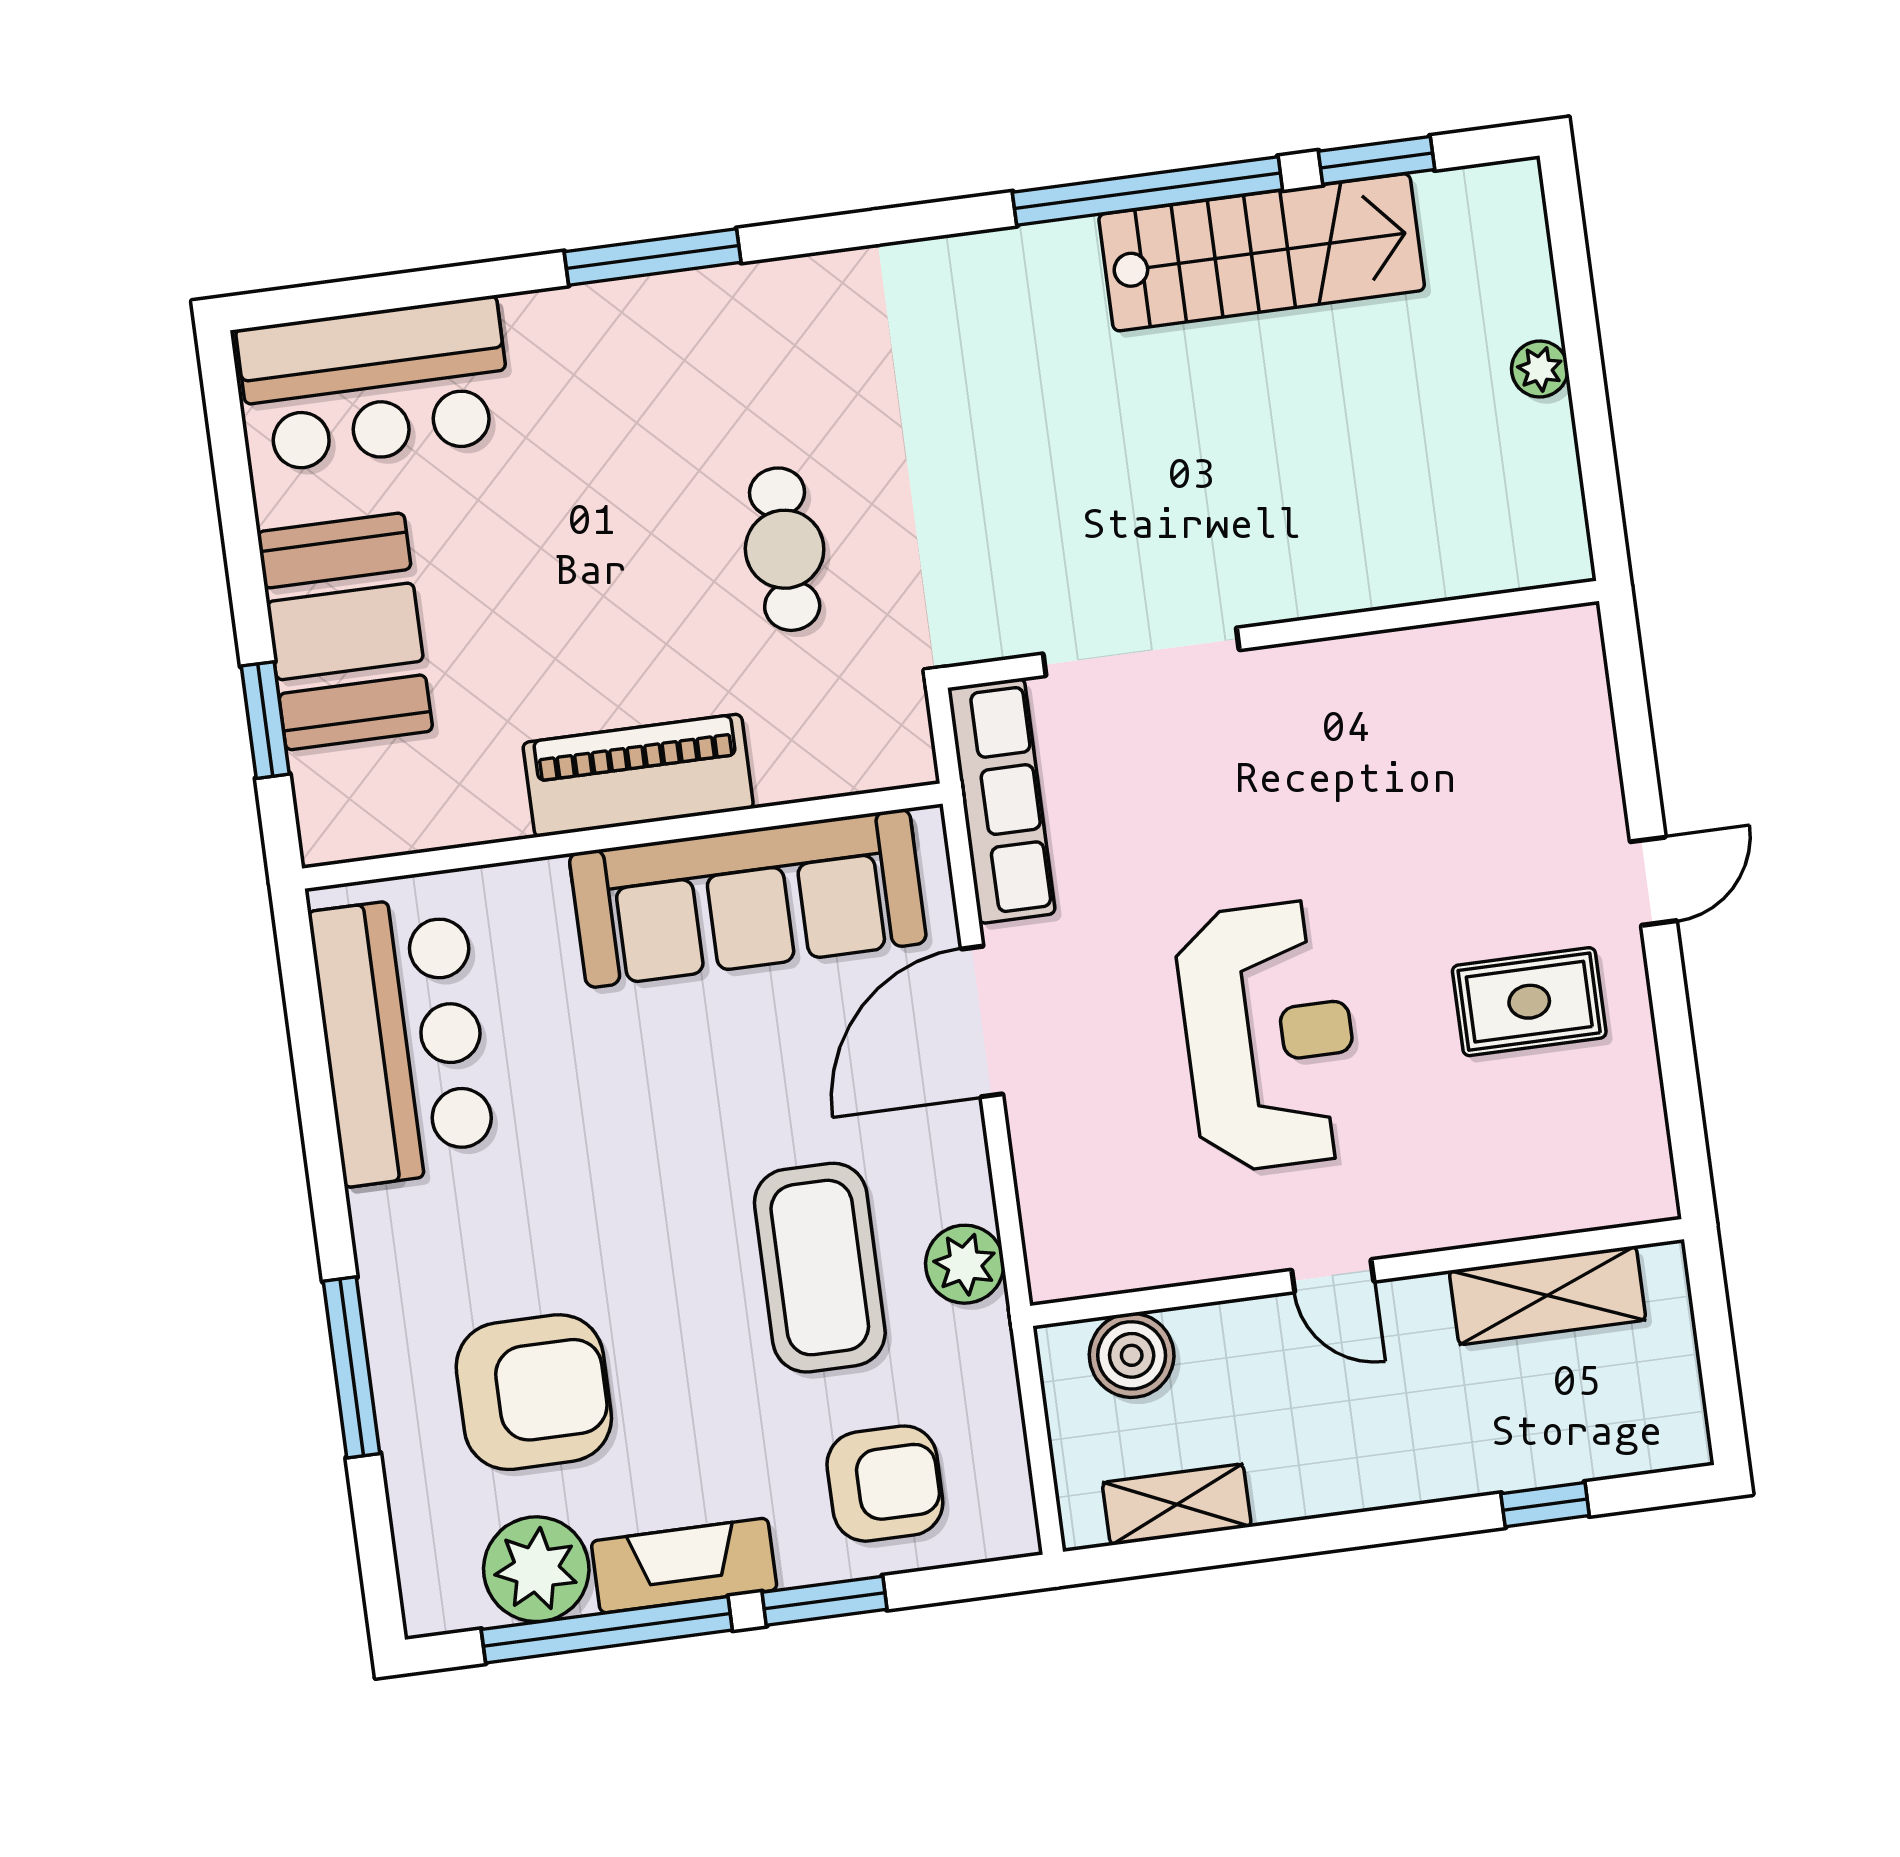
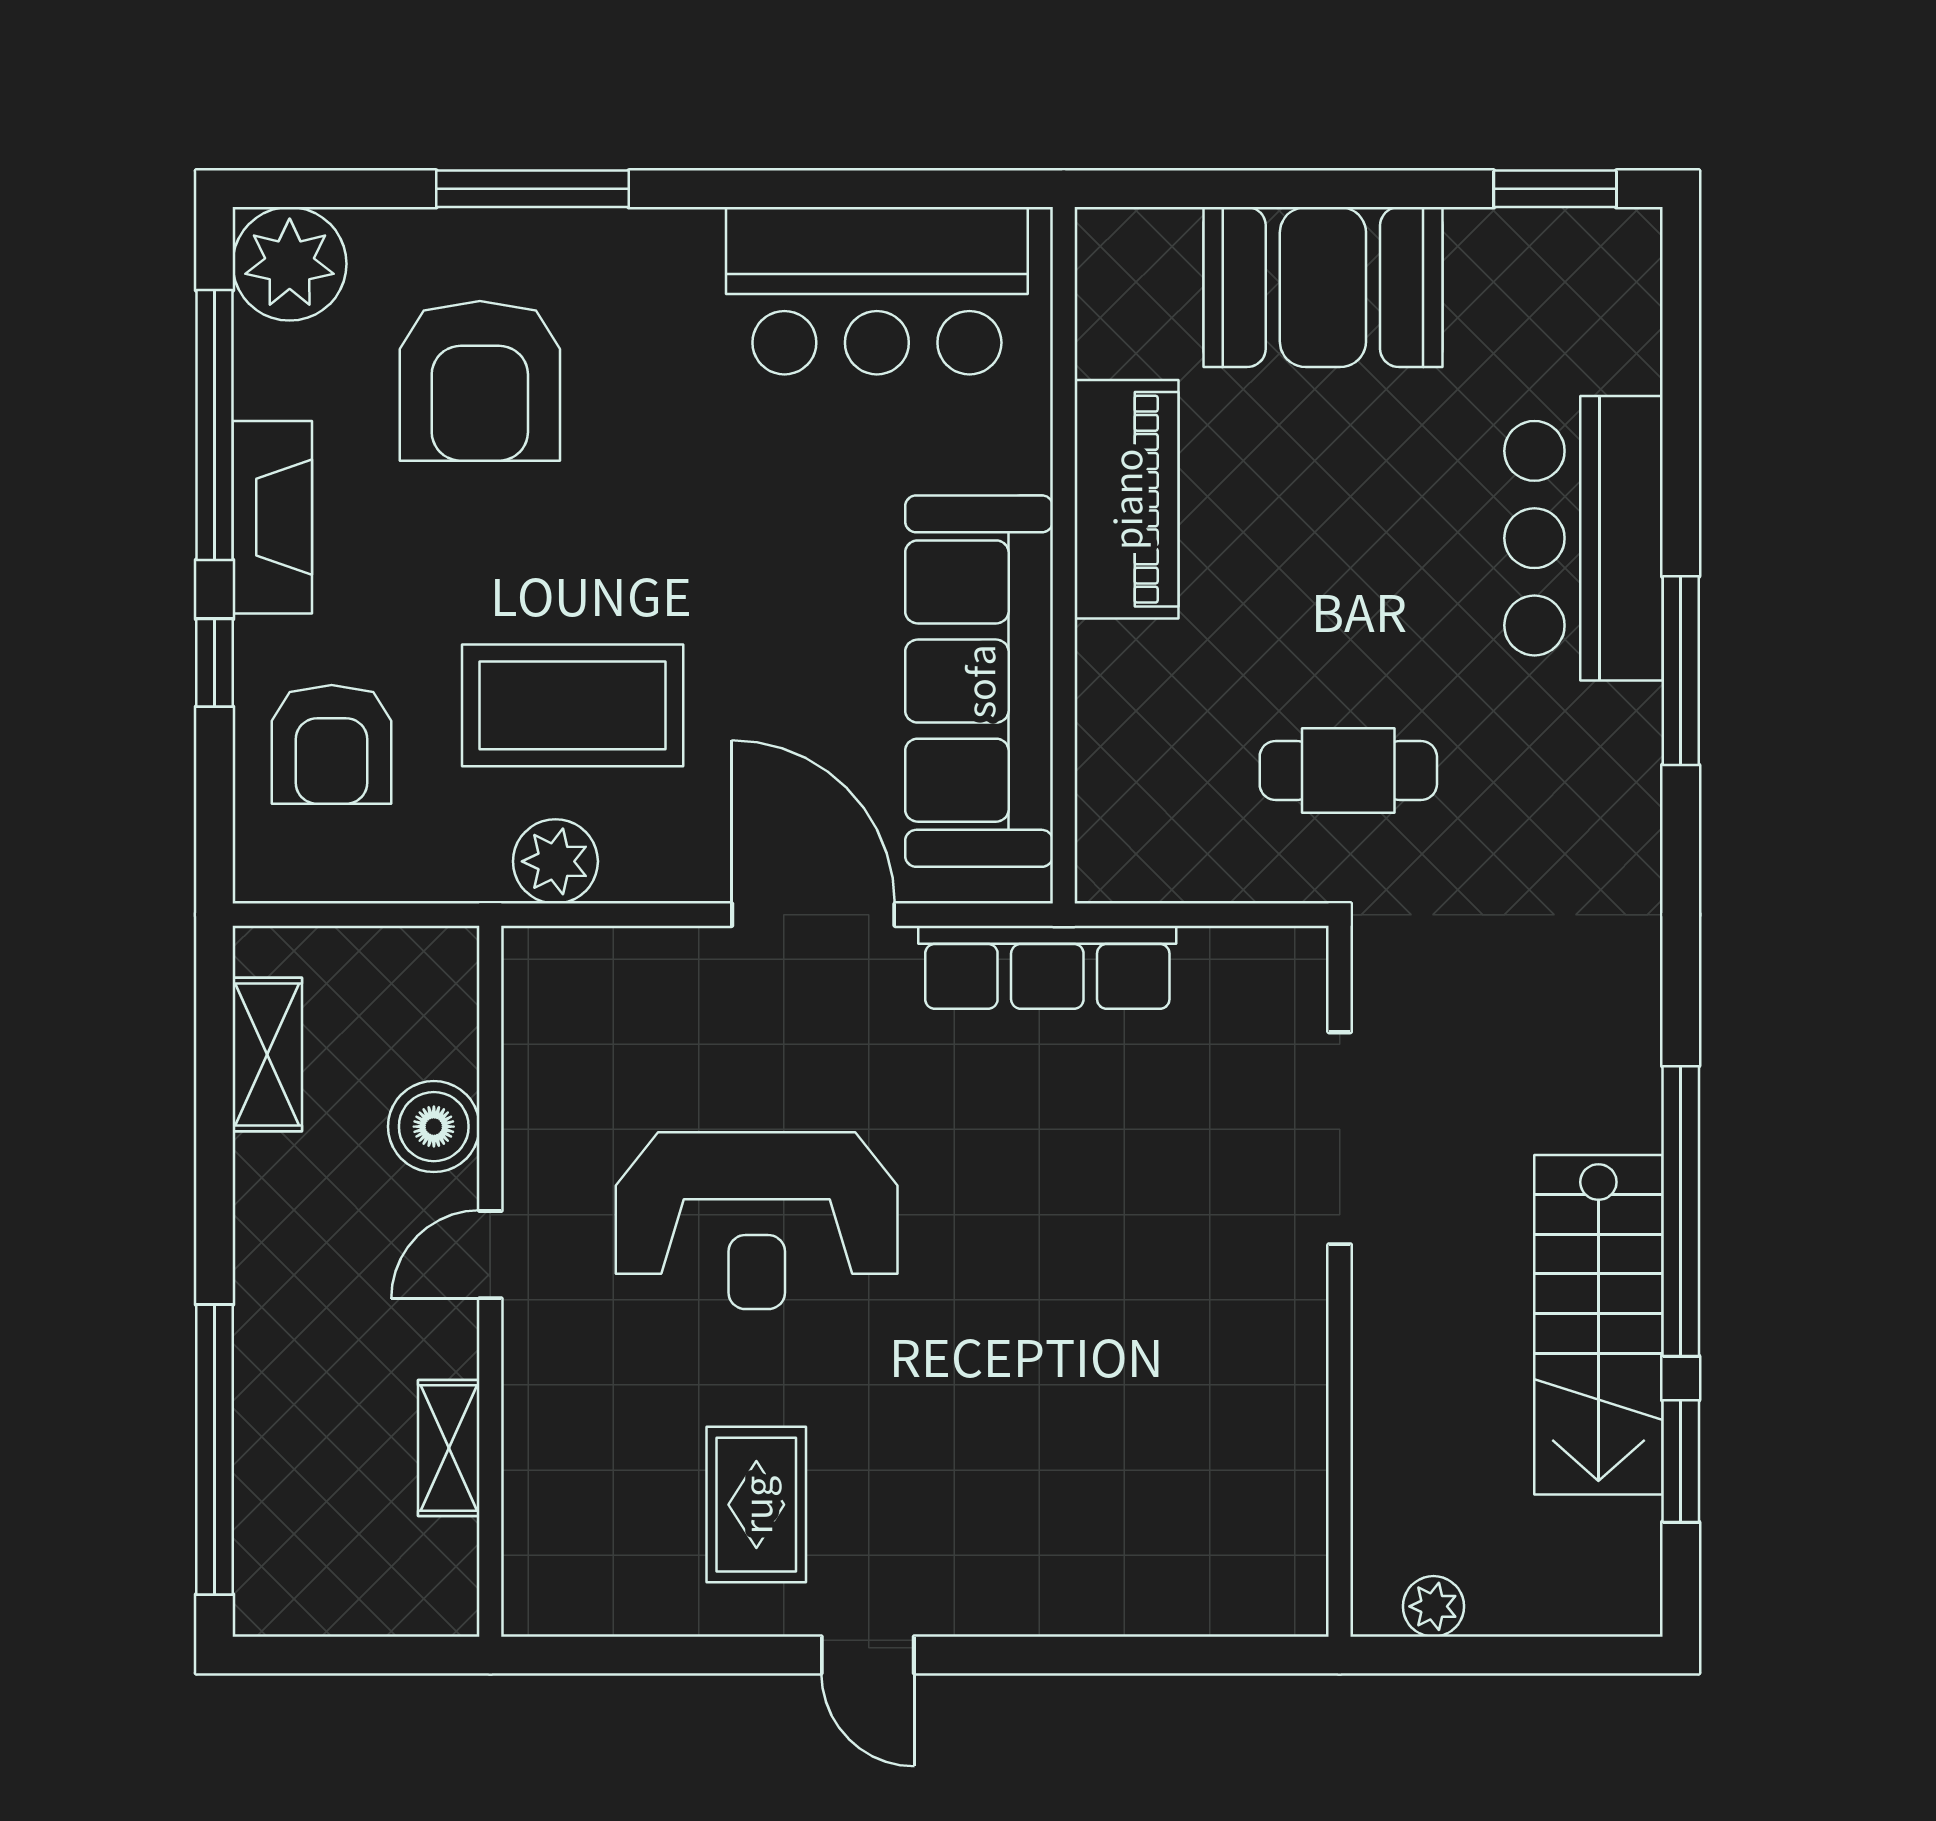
bar counter: (375, 385) -> (1583, 538), moved
wall: (1272, 634) -> (1340, 1281), moved
doorway: (1141, 652) -> (1340, 1138), moved
window: (265, 720) -> (1555, 189), moved
piano: (638, 775) -> (1126, 499), moved
shelving: (1548, 1295) -> (449, 1448), width x0.67, depth x0.75
boiler: (1132, 1355) -> (434, 1127), moved
window: (1545, 1505) -> (215, 1450), width x3.17
plant: (536, 1569) -> (290, 264), moved
window: (825, 1601) -> (215, 663), width x0.67

